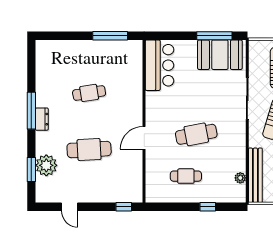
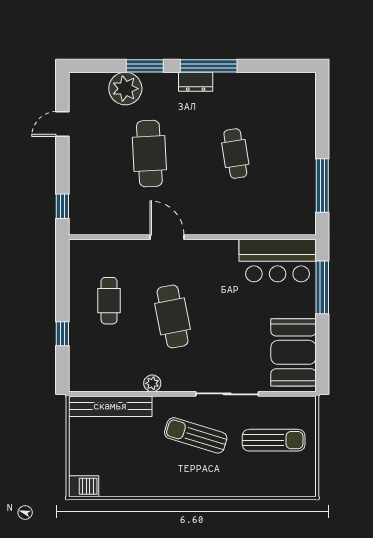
window: (214, 36) -> (322, 287), moved
window: (31, 170) -> (145, 66), moved
plant: (240, 178) -> (152, 383), moved

